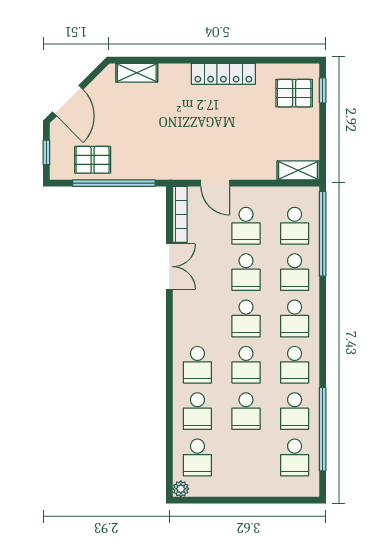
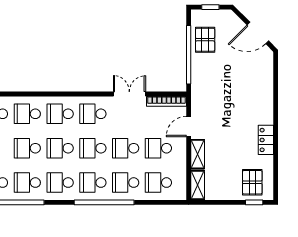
shelving: (137, 73) -> (198, 154), moved
locker: (223, 74) -> (266, 140), width x0.66
door: (68, 101) -> (258, 33), moved
window: (323, 234) -> (104, 202), moved
double door: (169, 267) -> (129, 94), swing flipped
school desk: (197, 318) -> (93, 114), added

